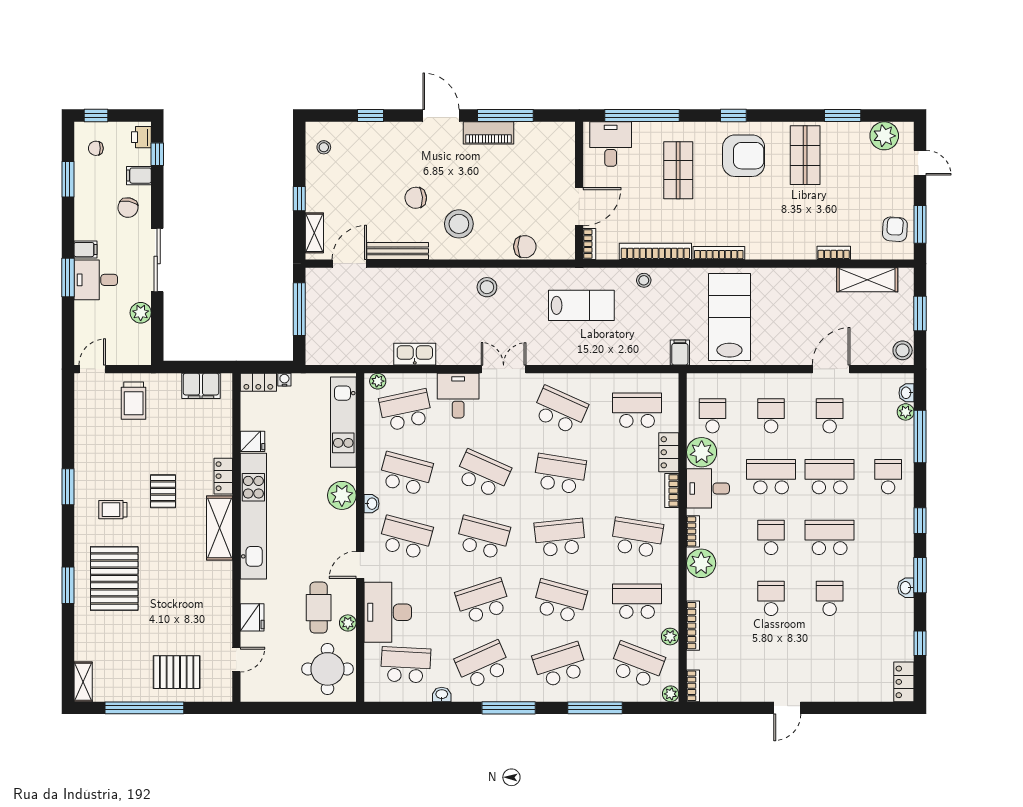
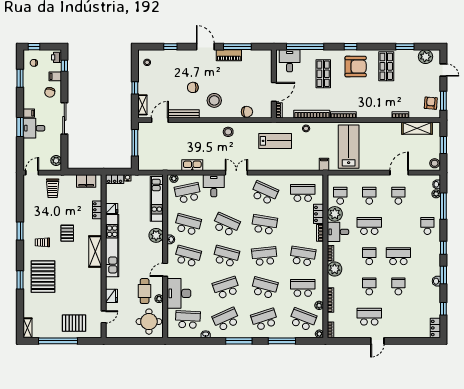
plant: (141, 313) -> (56, 161), moved
locker: (223, 476) -> (97, 210), moved
school desk: (830, 477) -> (369, 317), moved

